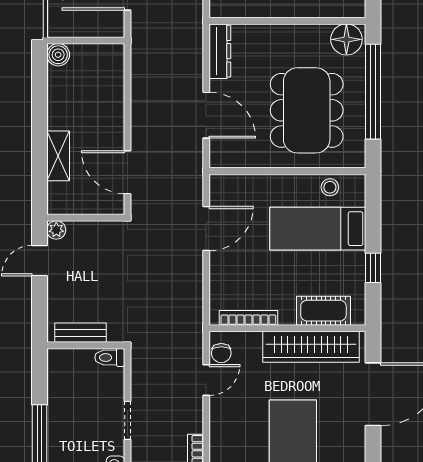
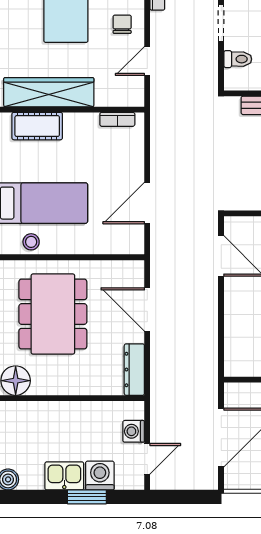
bookcase: (248, 318) -> (117, 119), width x0.64
chair: (221, 353) -> (122, 24), moved
toilet: (110, 358) -> (238, 59), moved

